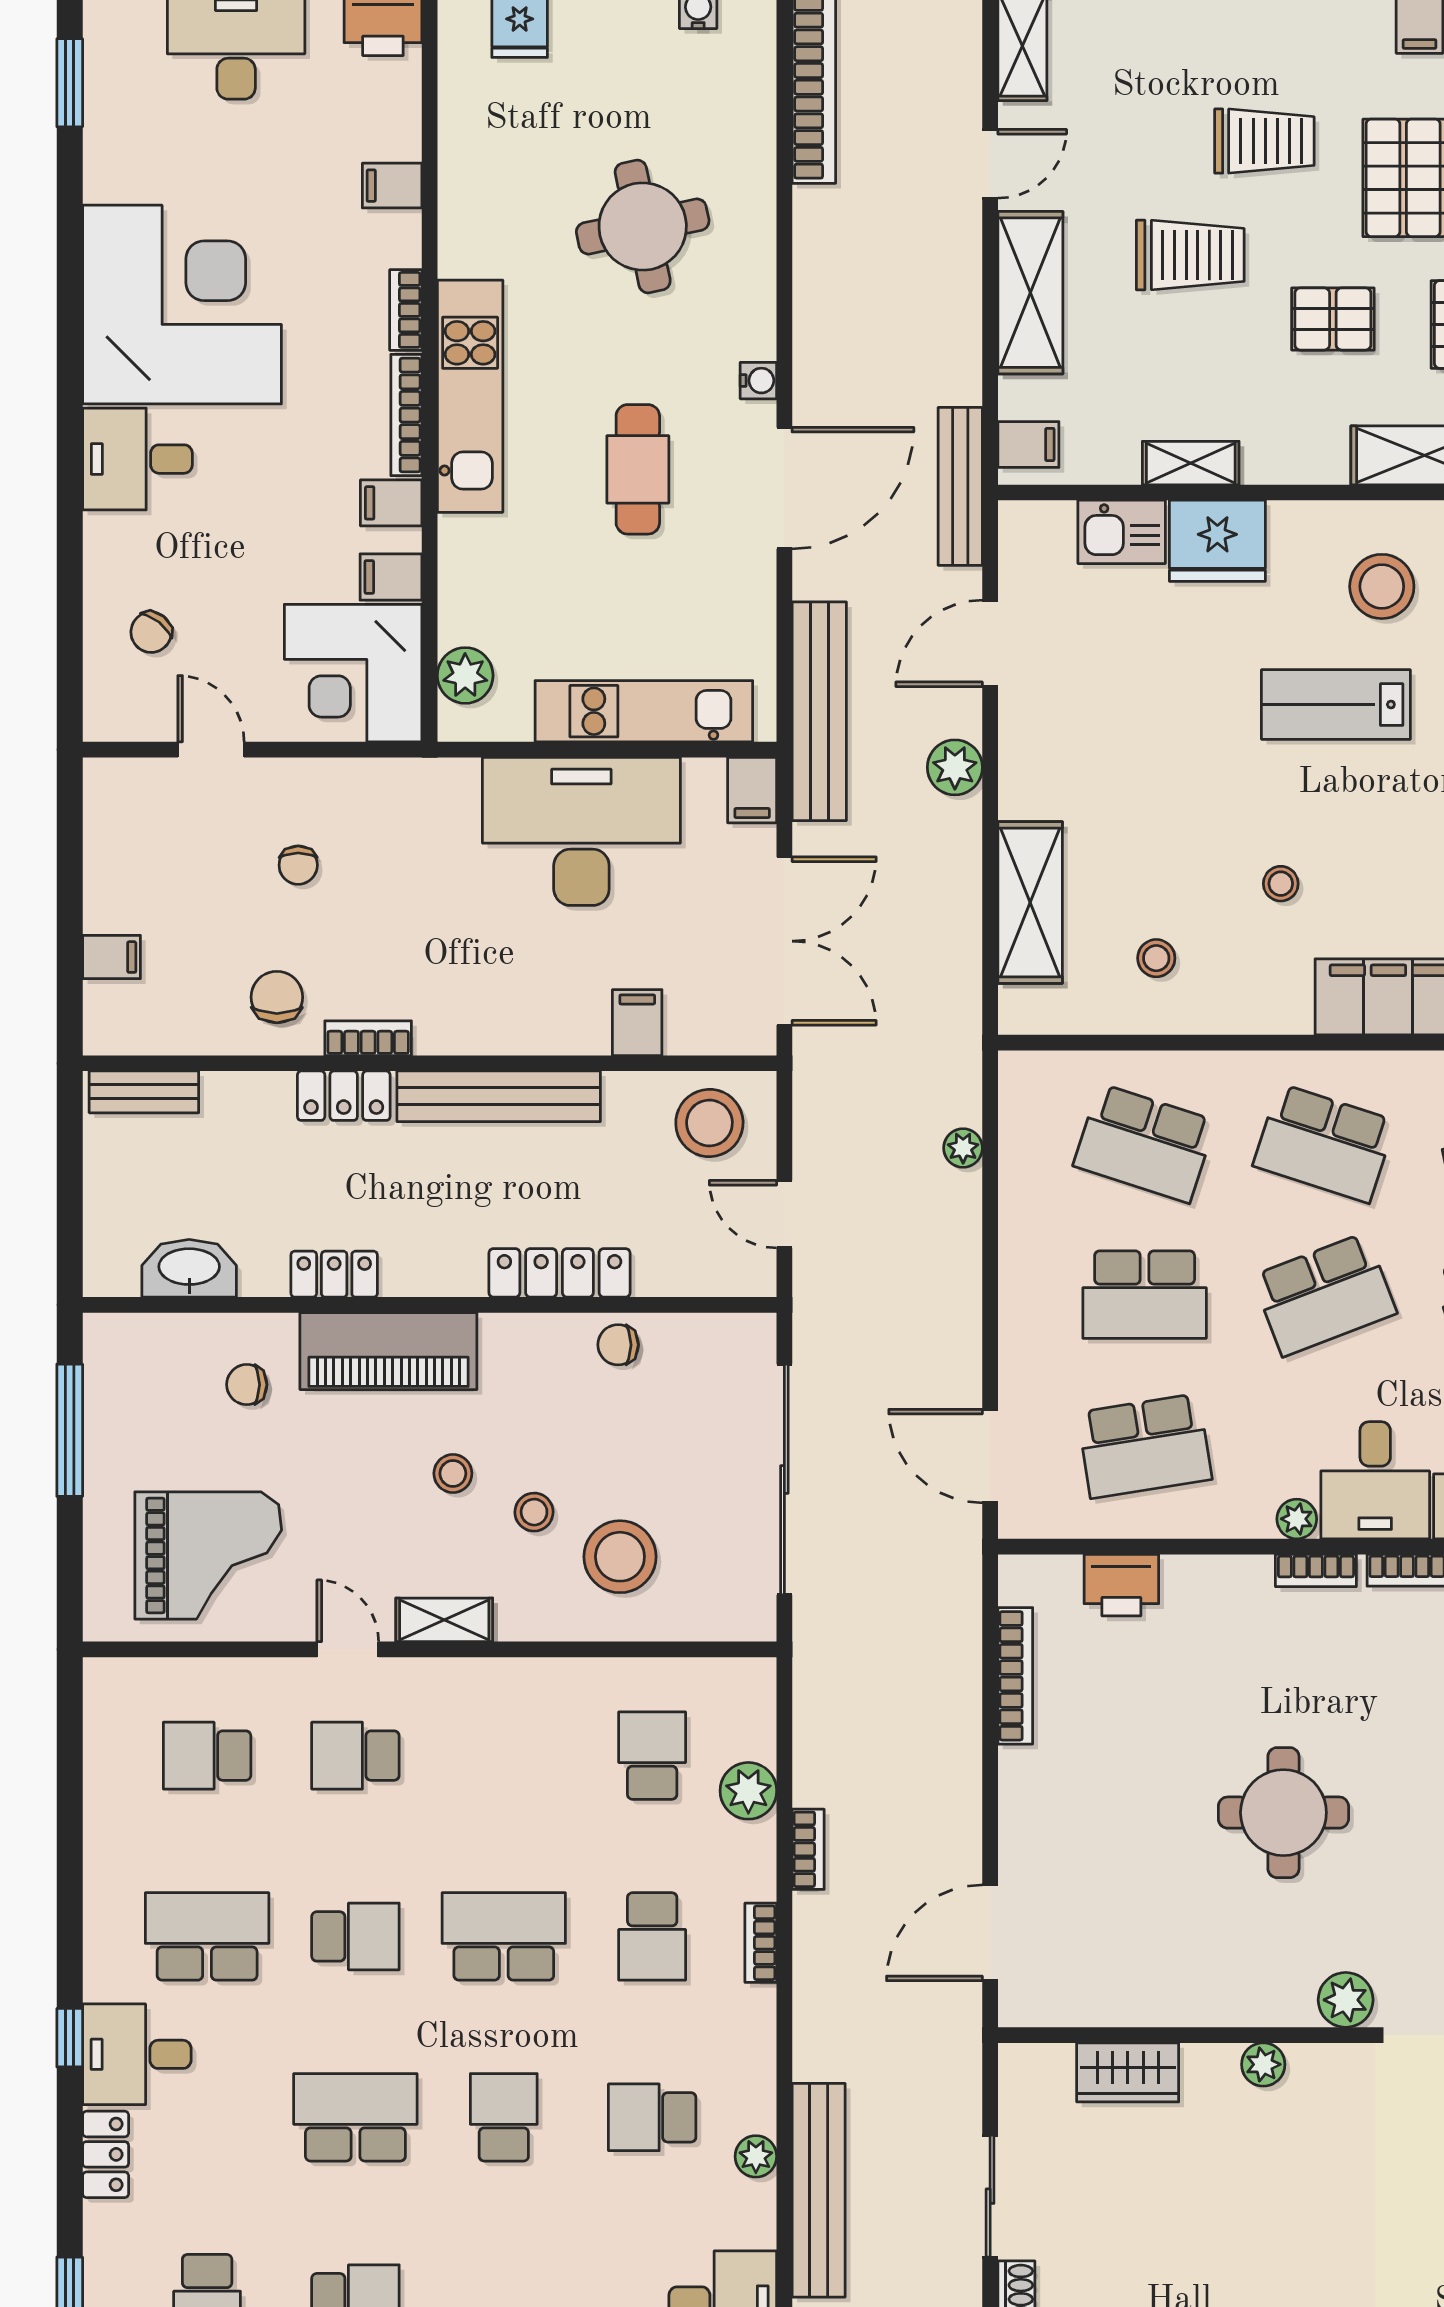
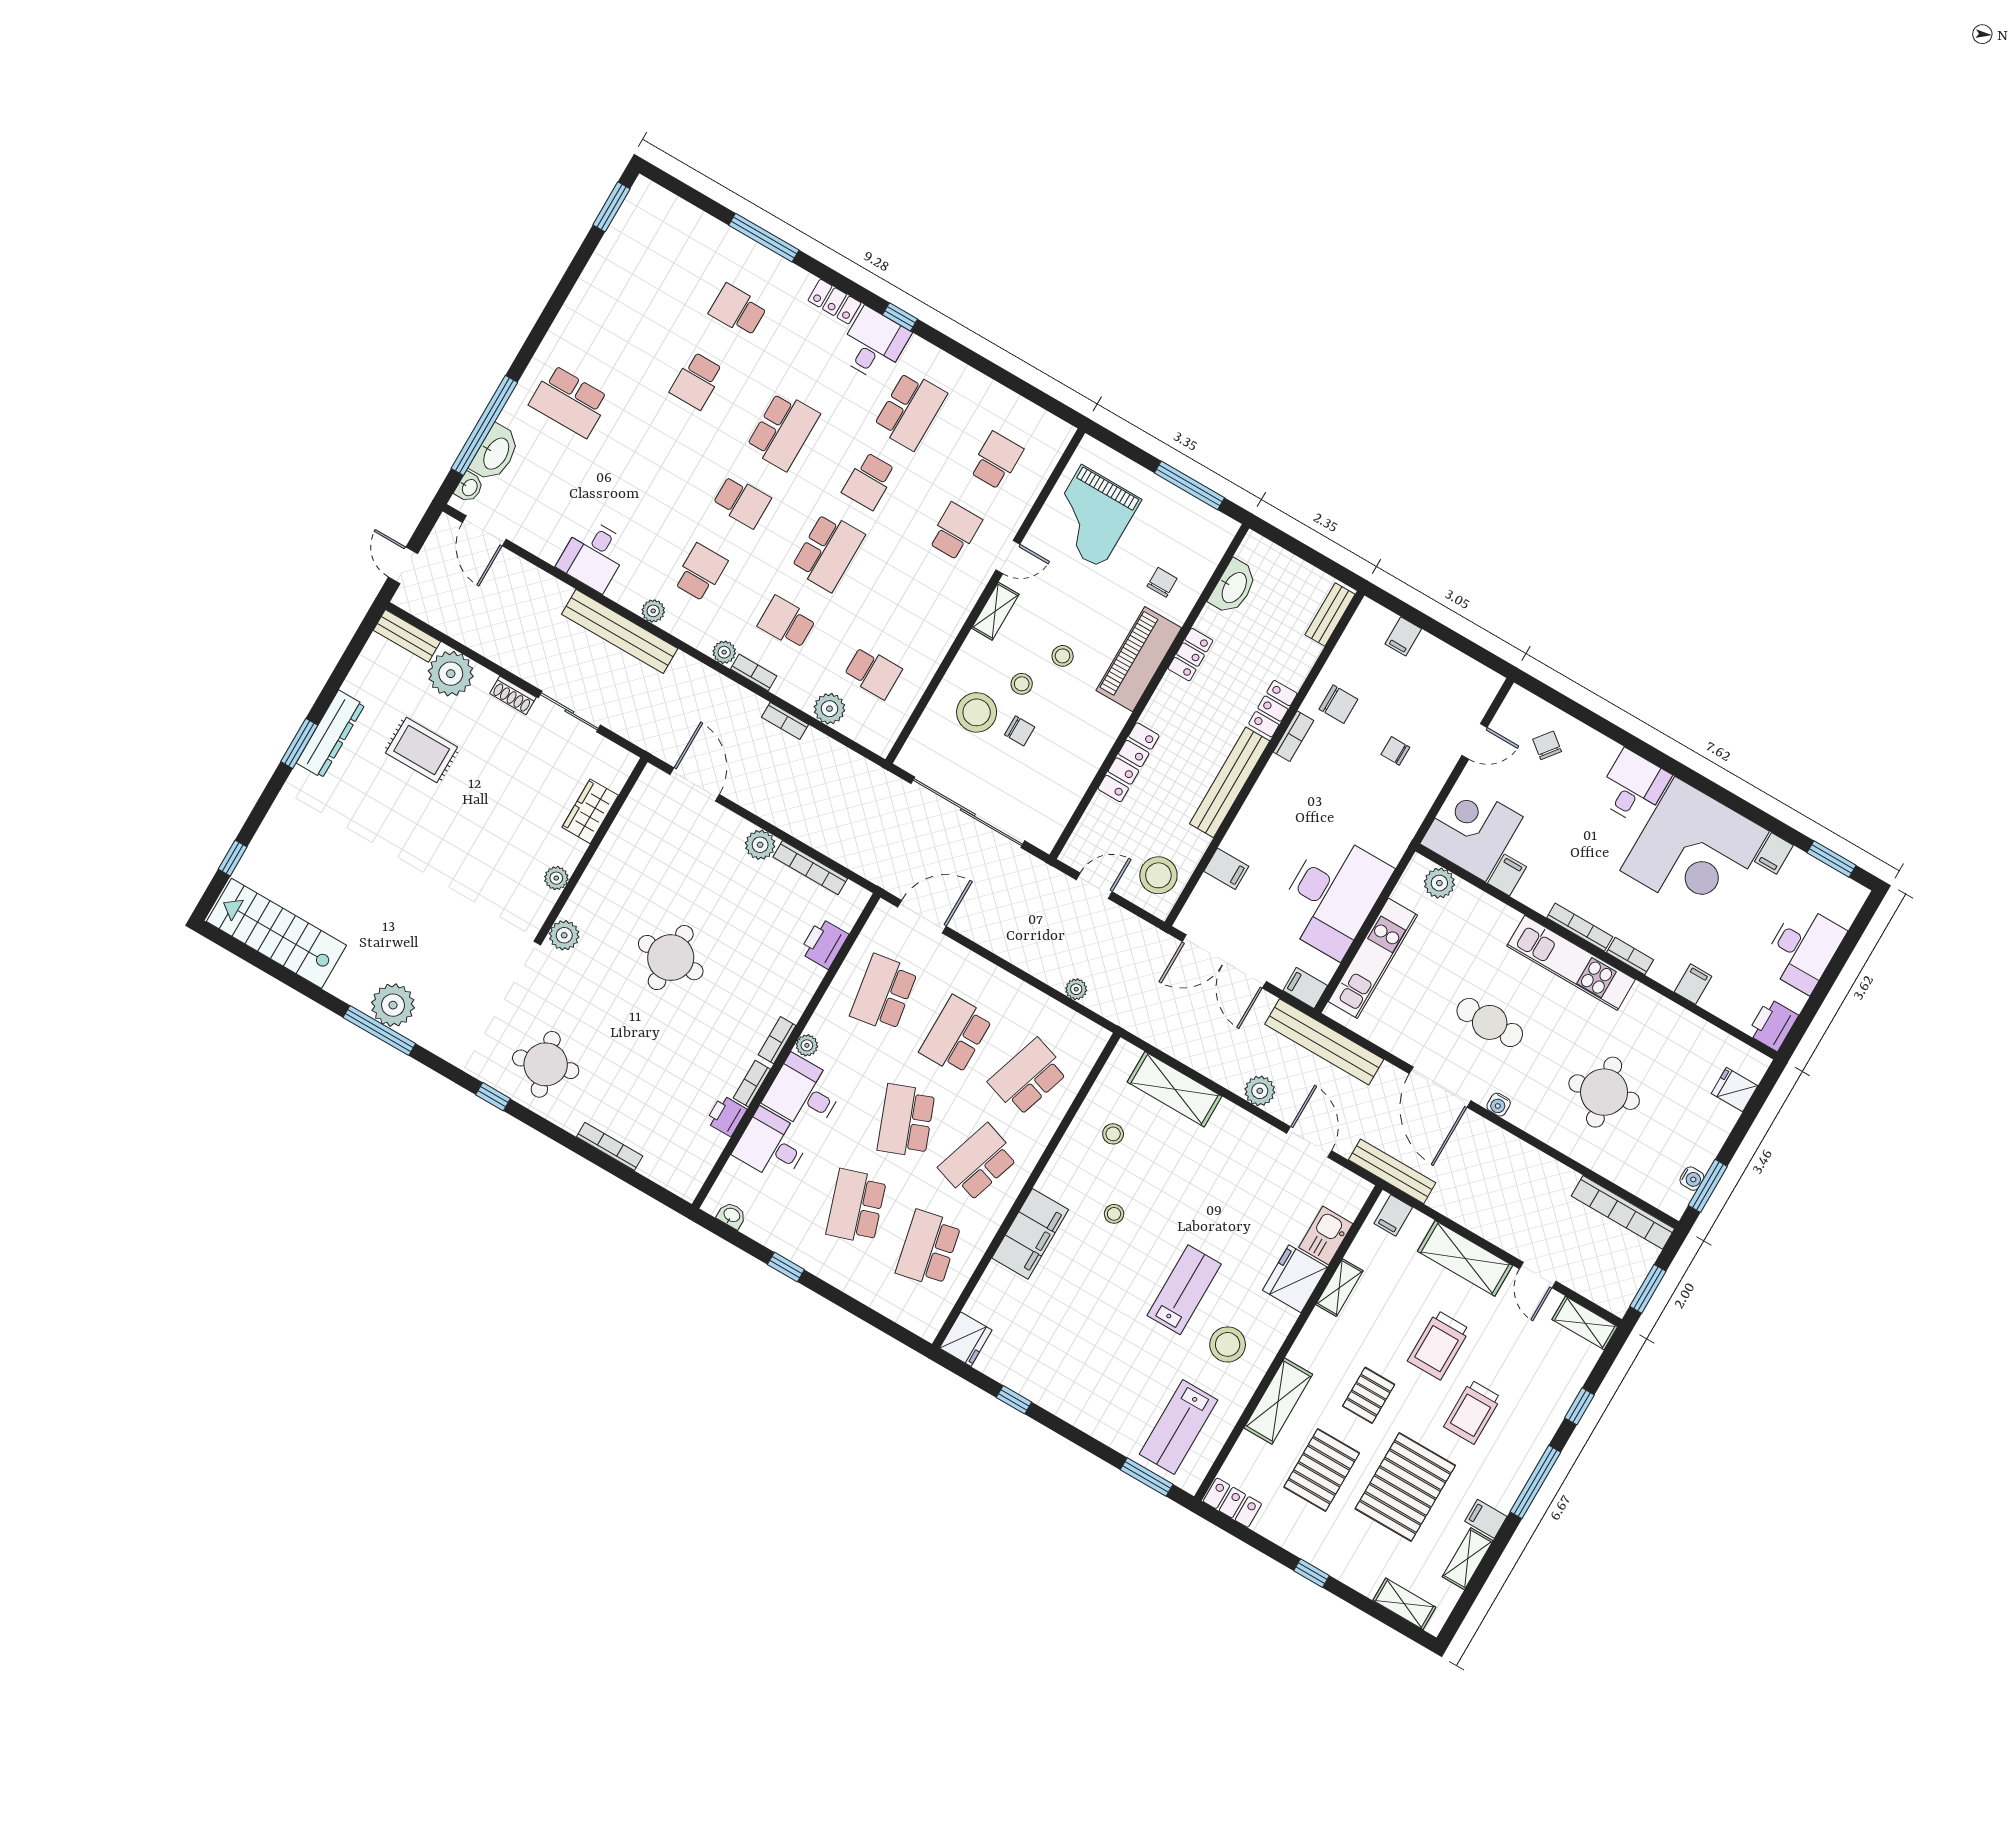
filing cabinet: (391, 503) -> (1774, 853), moved, turned 180
chair: (618, 1345) -> (1020, 731), moved, turned 90
plant: (1025, 1775) -> (760, 845), added
plant: (756, 2007) -> (724, 652), added

